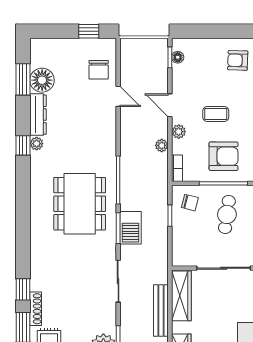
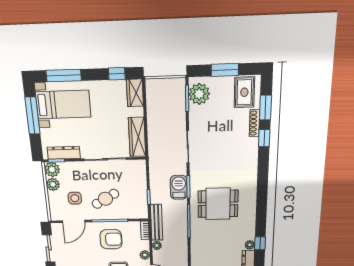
armchair: (224, 156) -> (111, 239), turned 180
chair: (190, 203) -> (134, 207), removed
dining table: (80, 204) -> (218, 204), width x0.73
cafe table: (227, 214) -> (105, 199), turned 52
bench: (161, 310) -> (157, 222), moved

